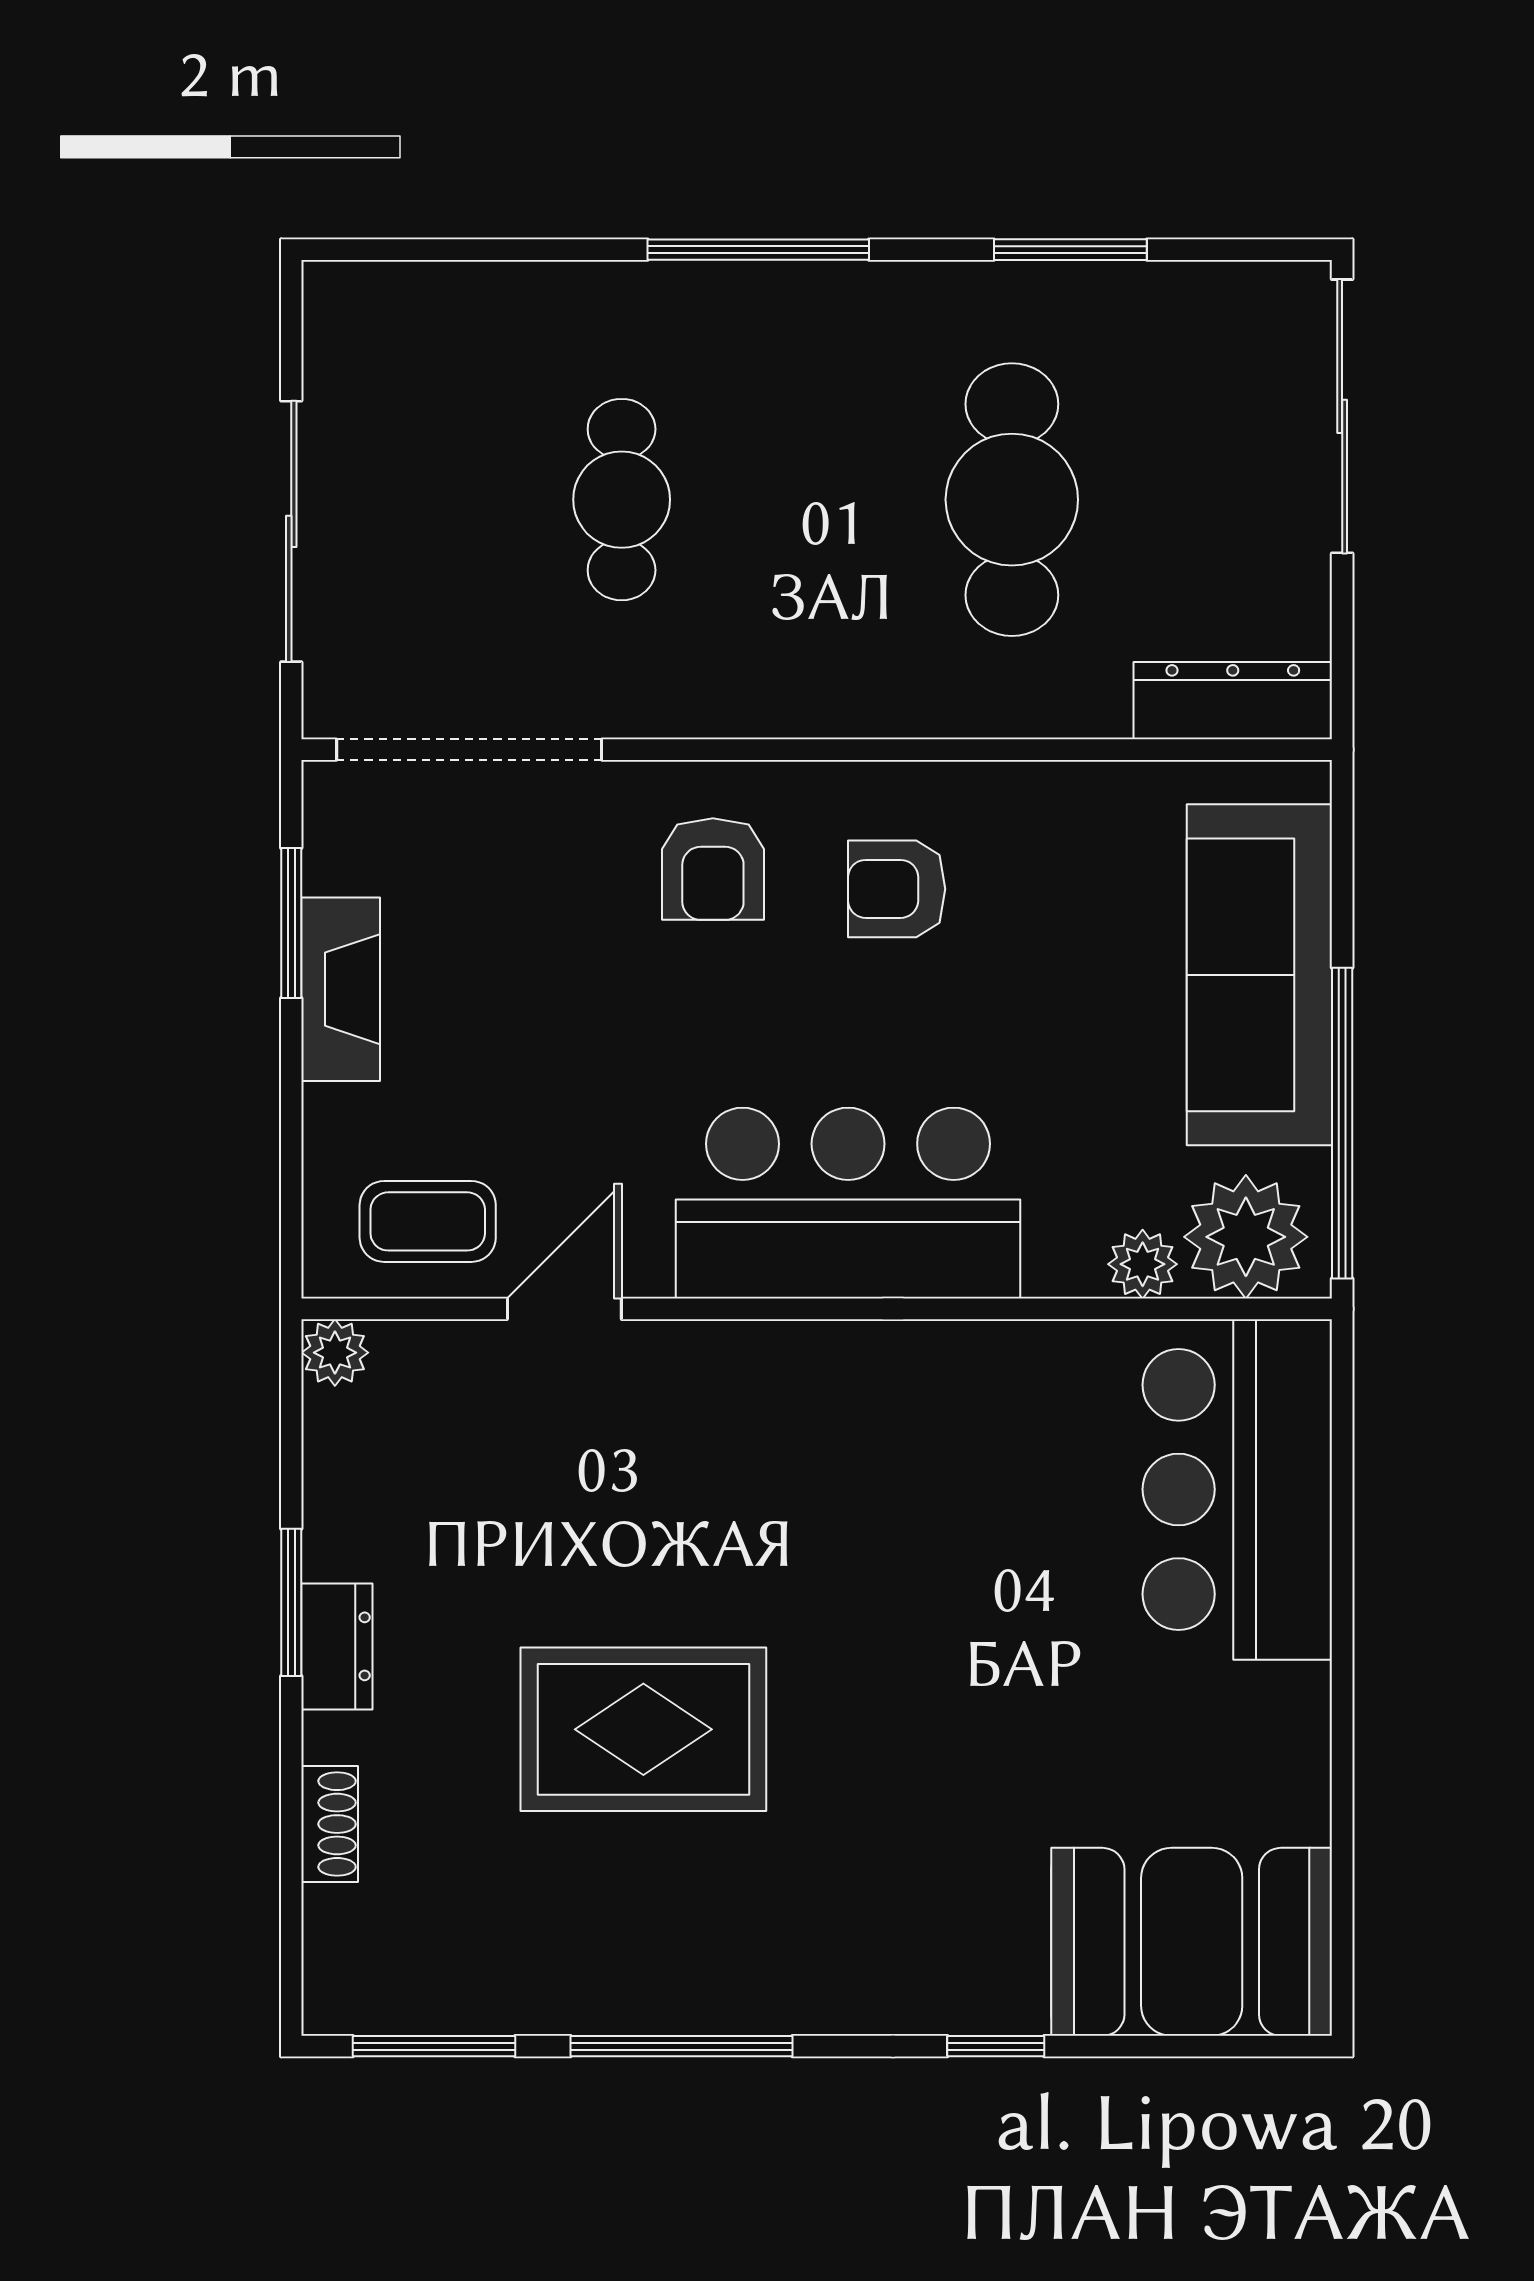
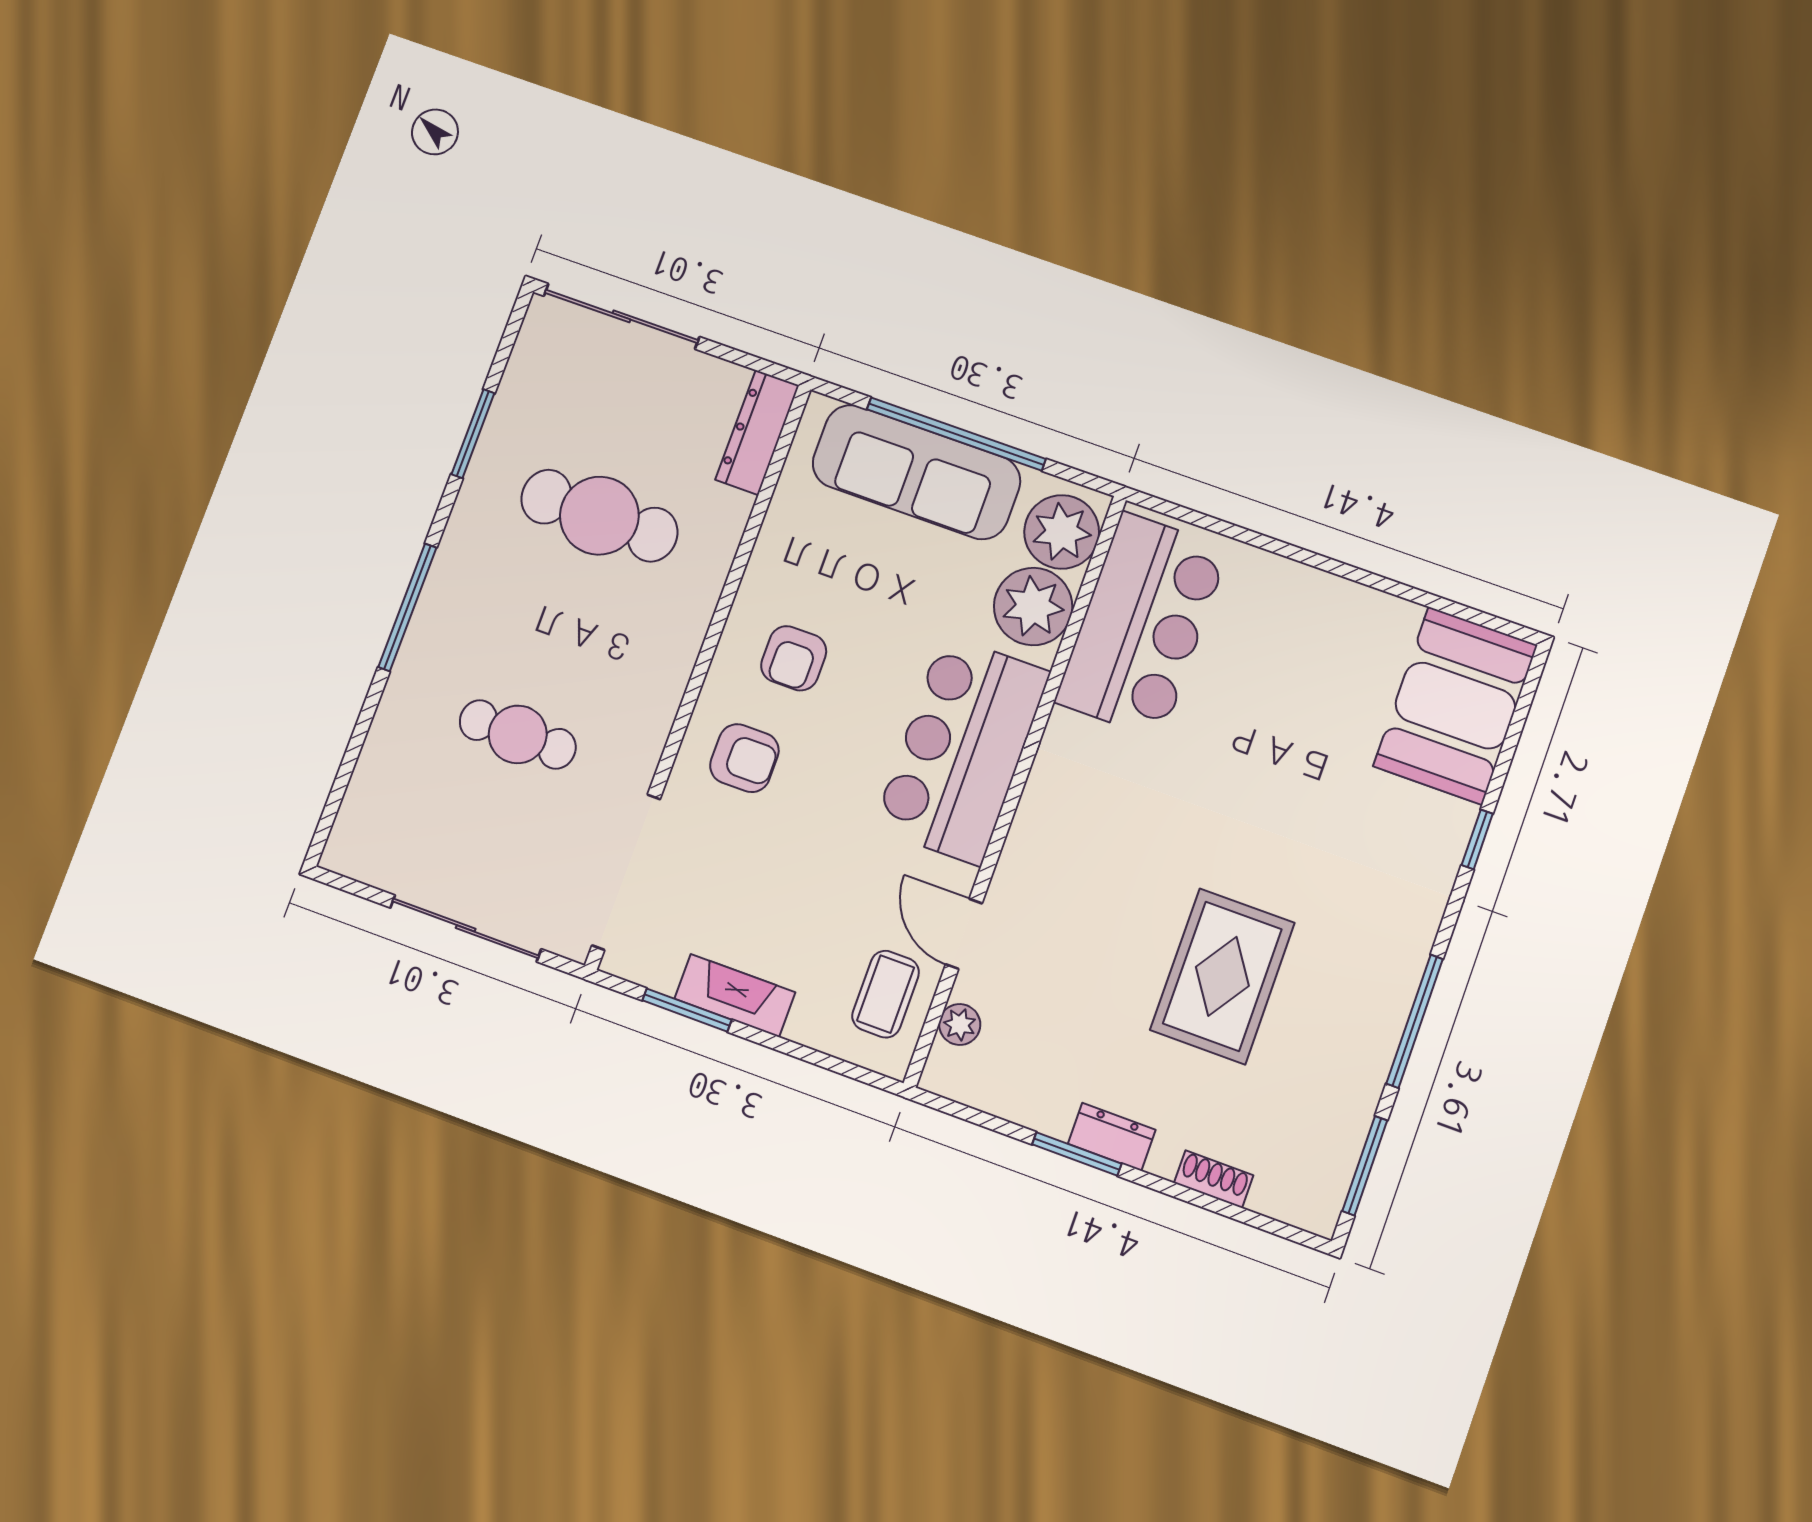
window: (1342, 1123) -> (956, 434), moved
plant: (1143, 1264) -> (1033, 606), width x1.88, depth x1.88
plant: (335, 1353) -> (960, 1025), moved
bar counter: (1237, 1489) -> (1142, 625), moved, turned -90

